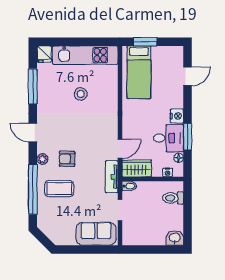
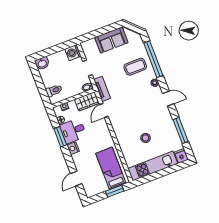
armchair: (67, 159) -> (138, 89), removed
sofa: (96, 234) -> (111, 40), moved
washing machine: (131, 237) -> (73, 53), added

